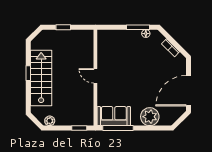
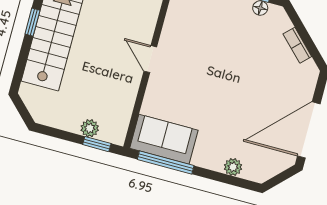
plant: (150, 117) -> (233, 167), width x0.53, depth x0.53
plant: (50, 121) -> (90, 128), moved

